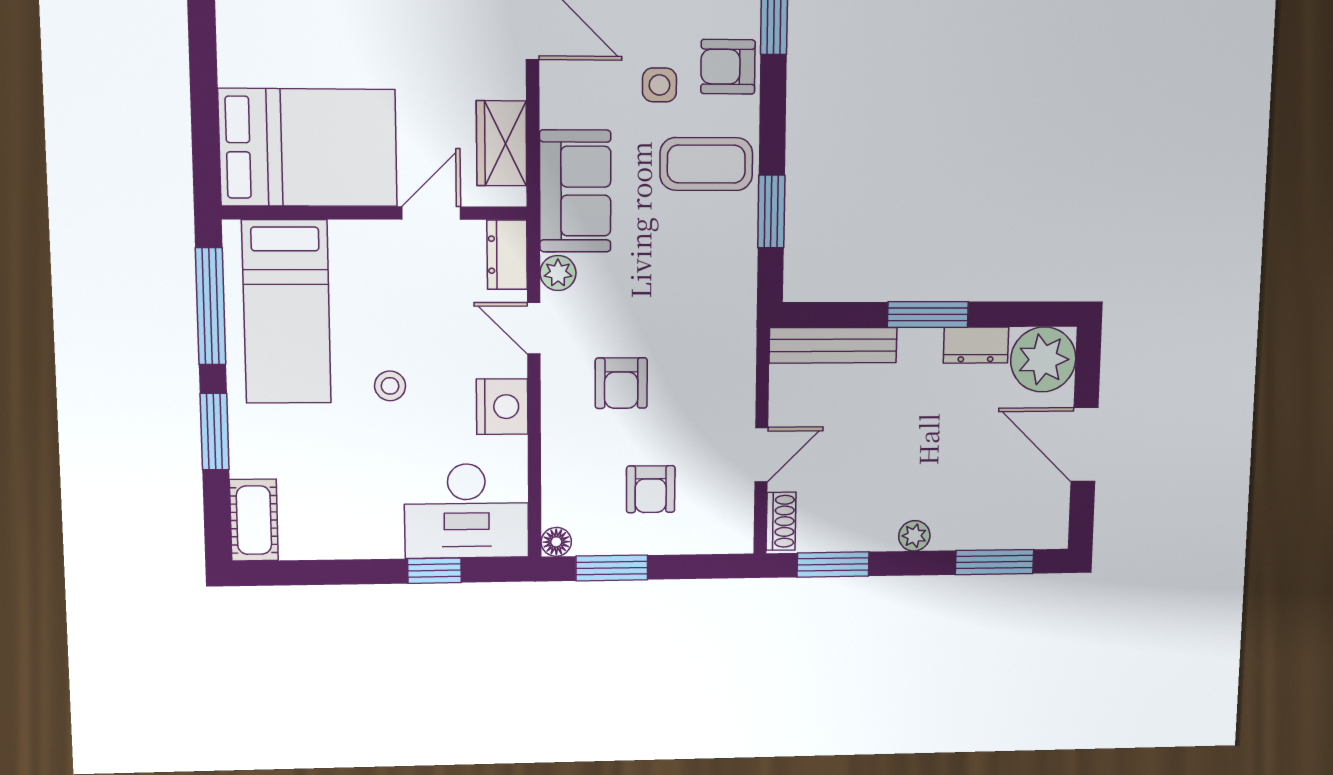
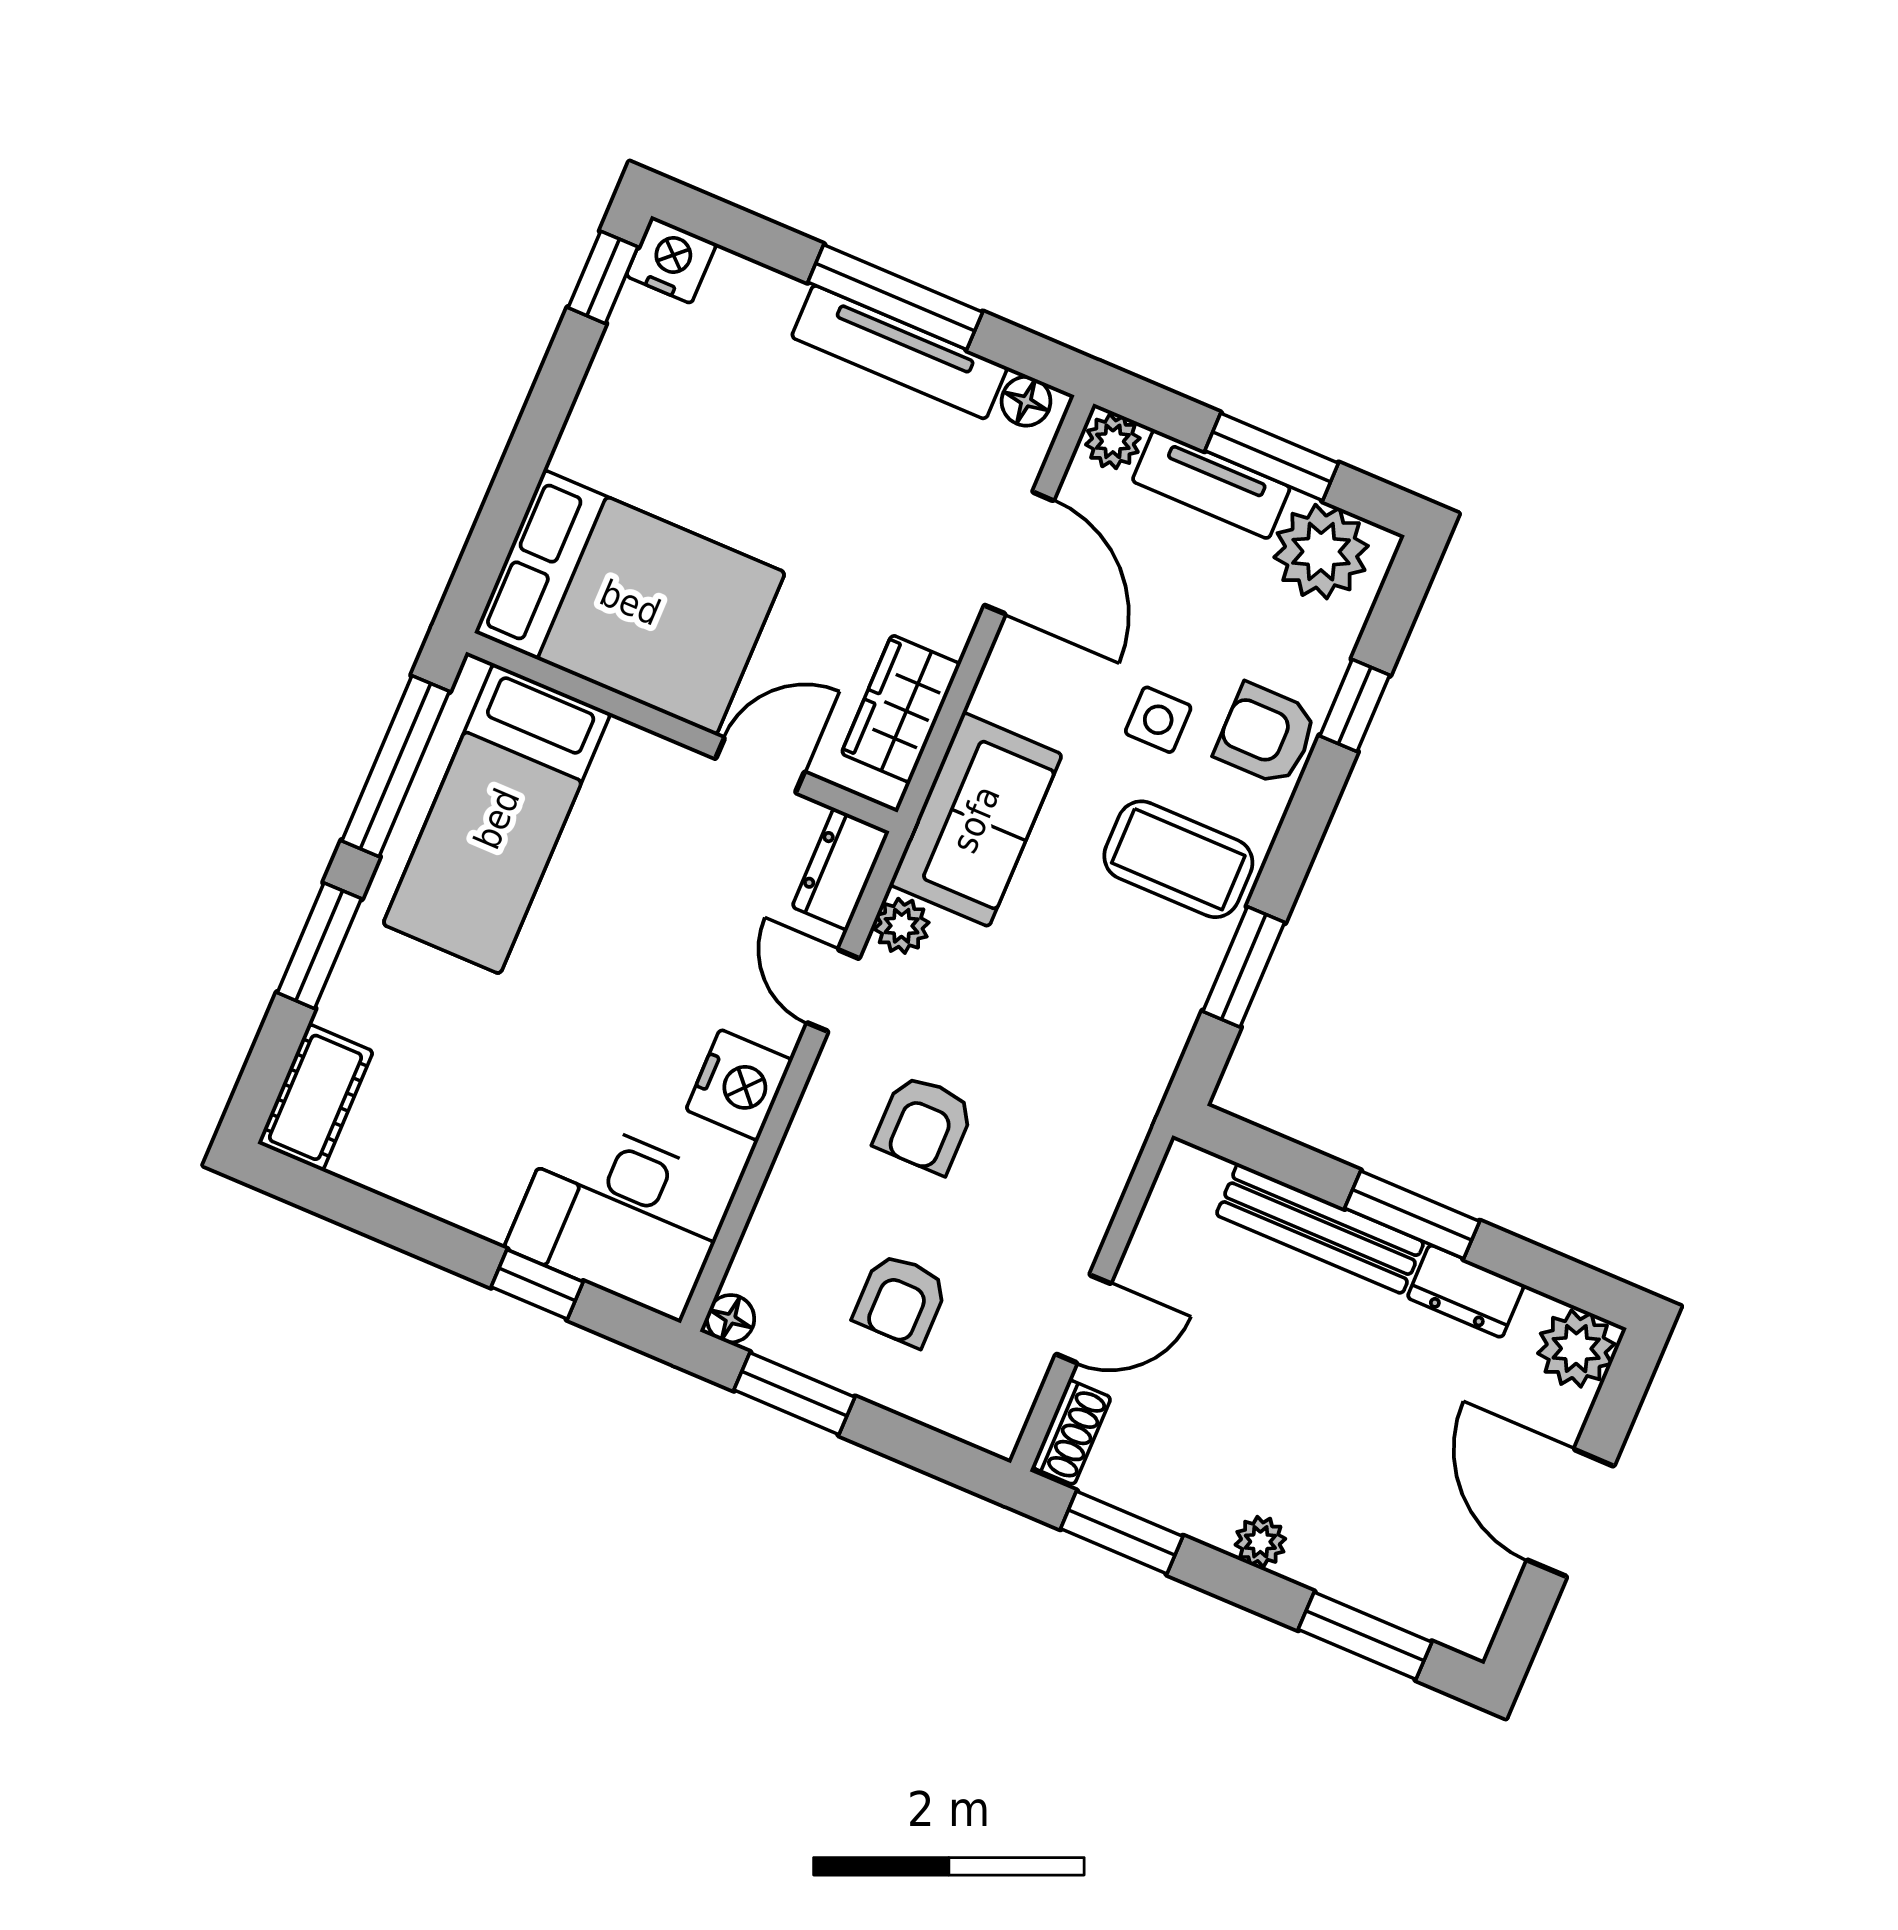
bench: (833, 345) -> (1320, 1229), moved
plant: (1043, 359) -> (1576, 1349), width x0.73, depth x0.73
stool: (390, 386) -> (594, 986), removed

